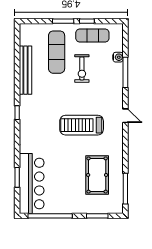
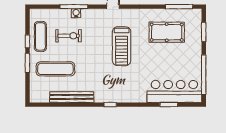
water cooler: (118, 57) -> (76, 13), moved
exercise bike: (82, 68) -> (68, 36), moved

